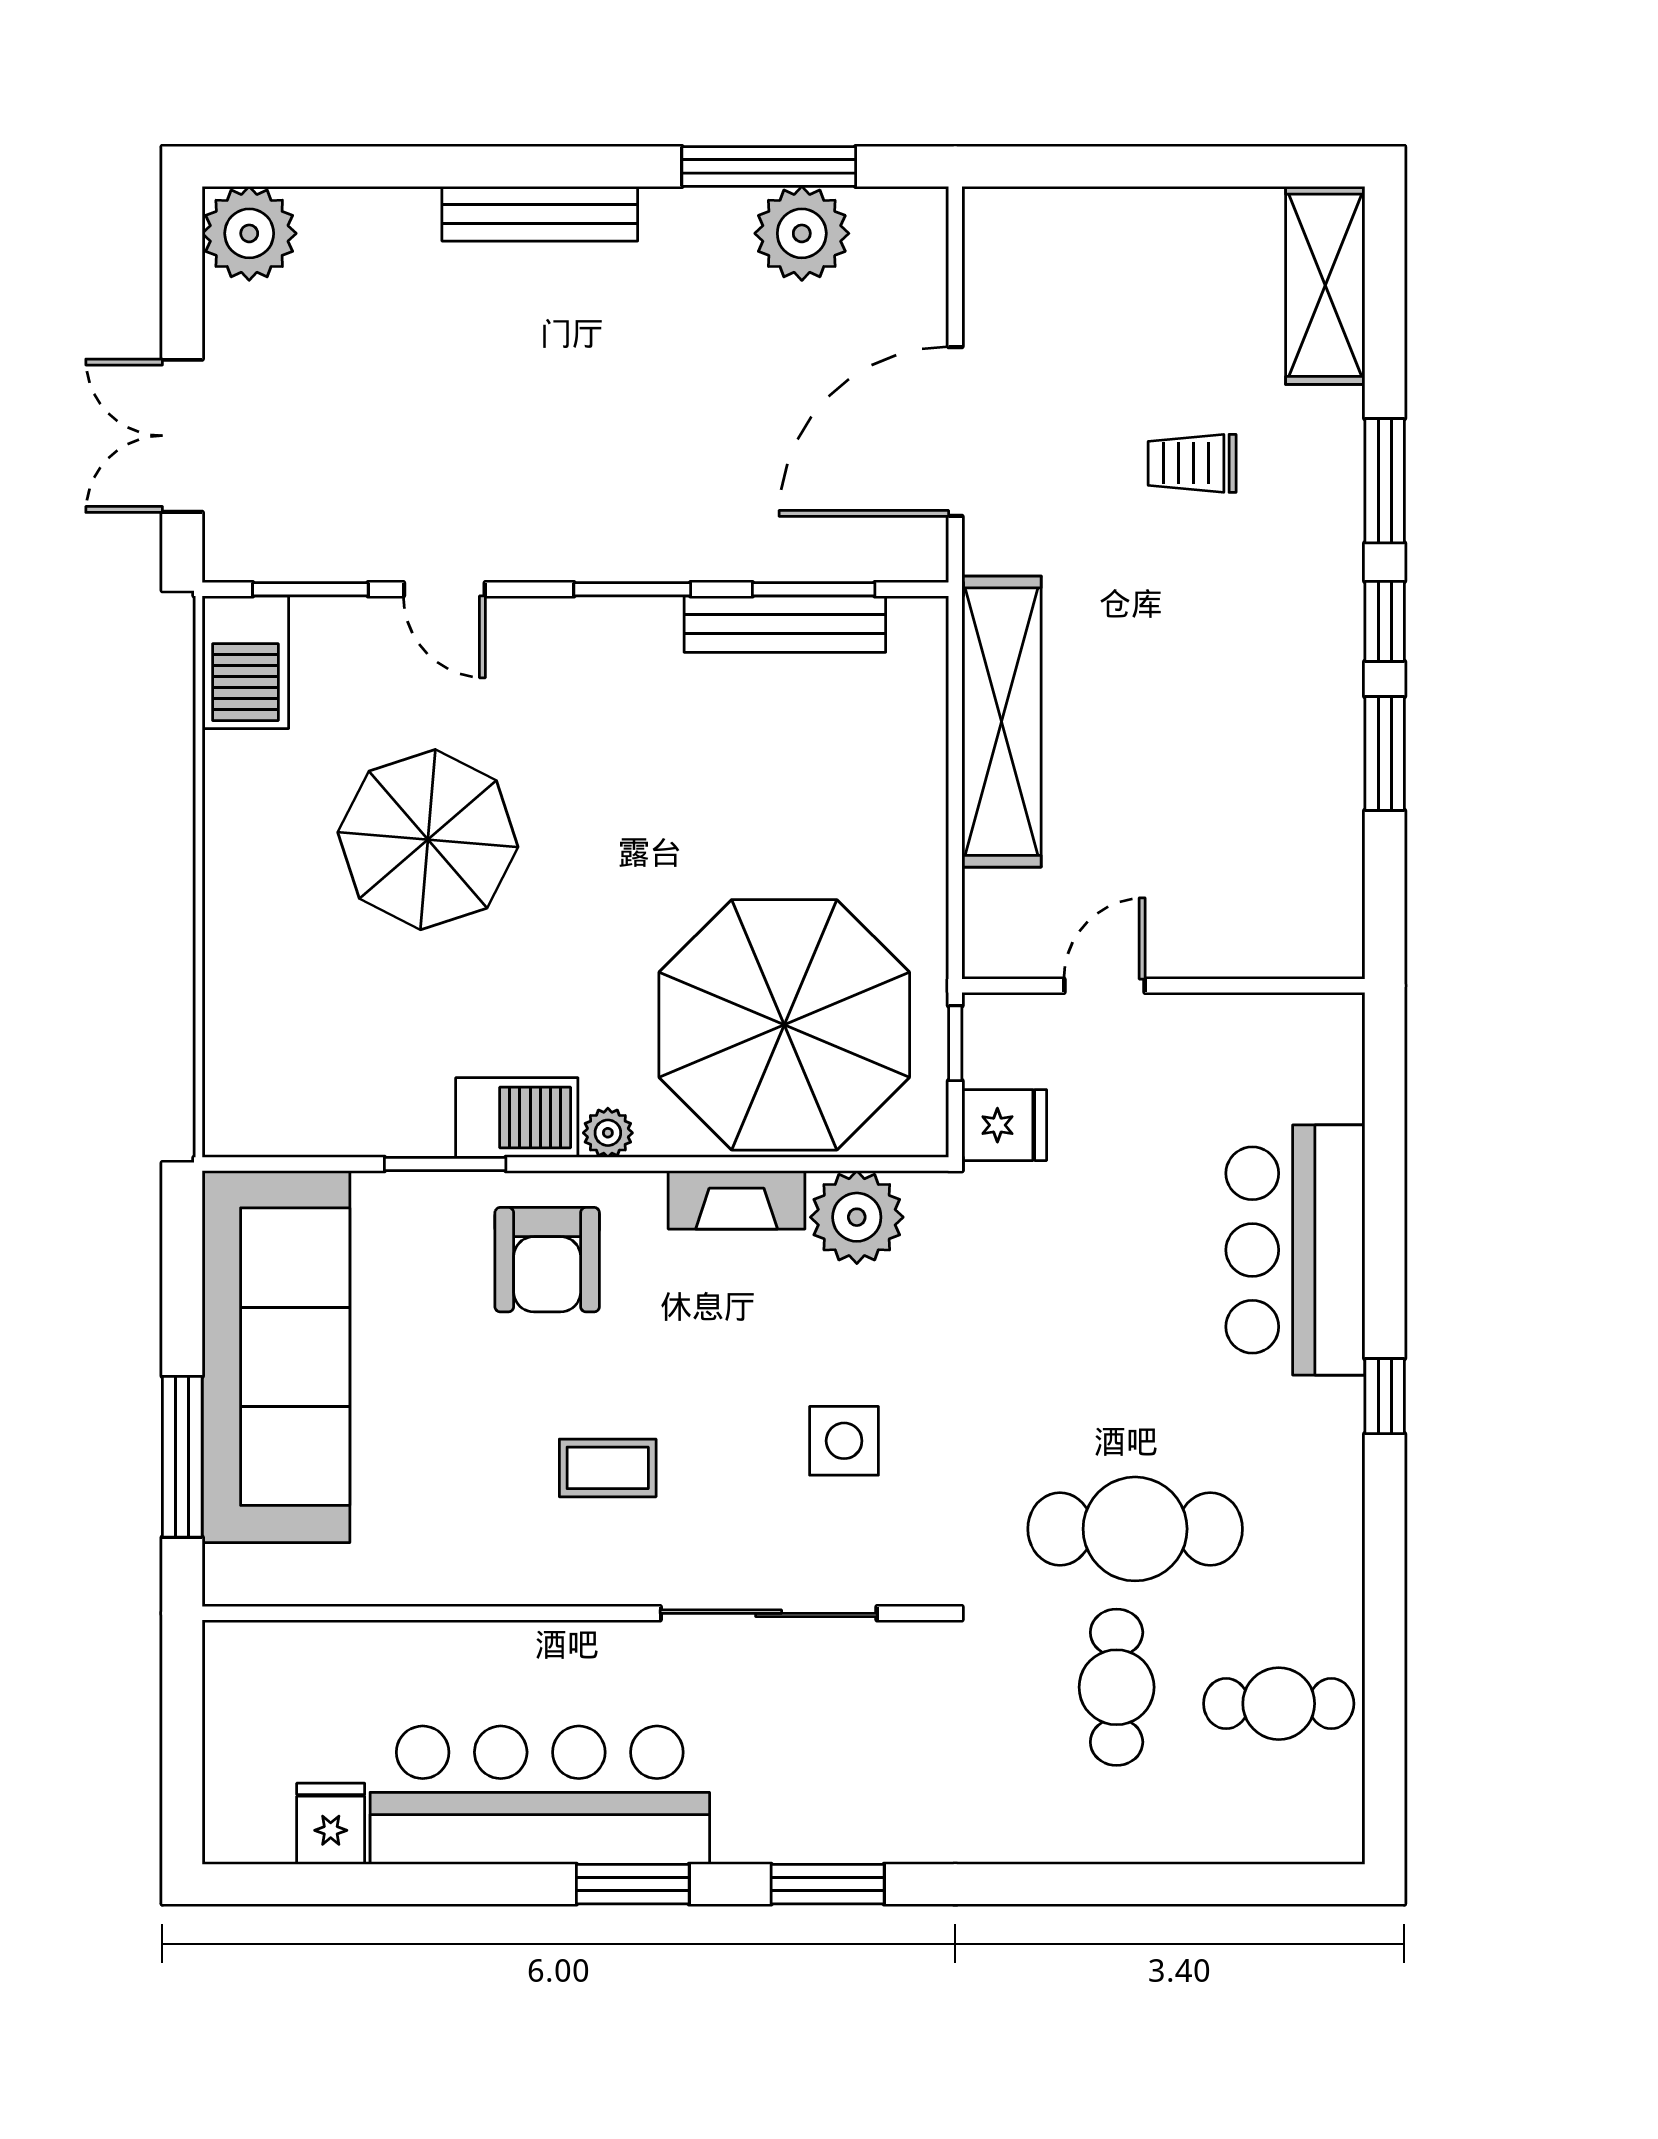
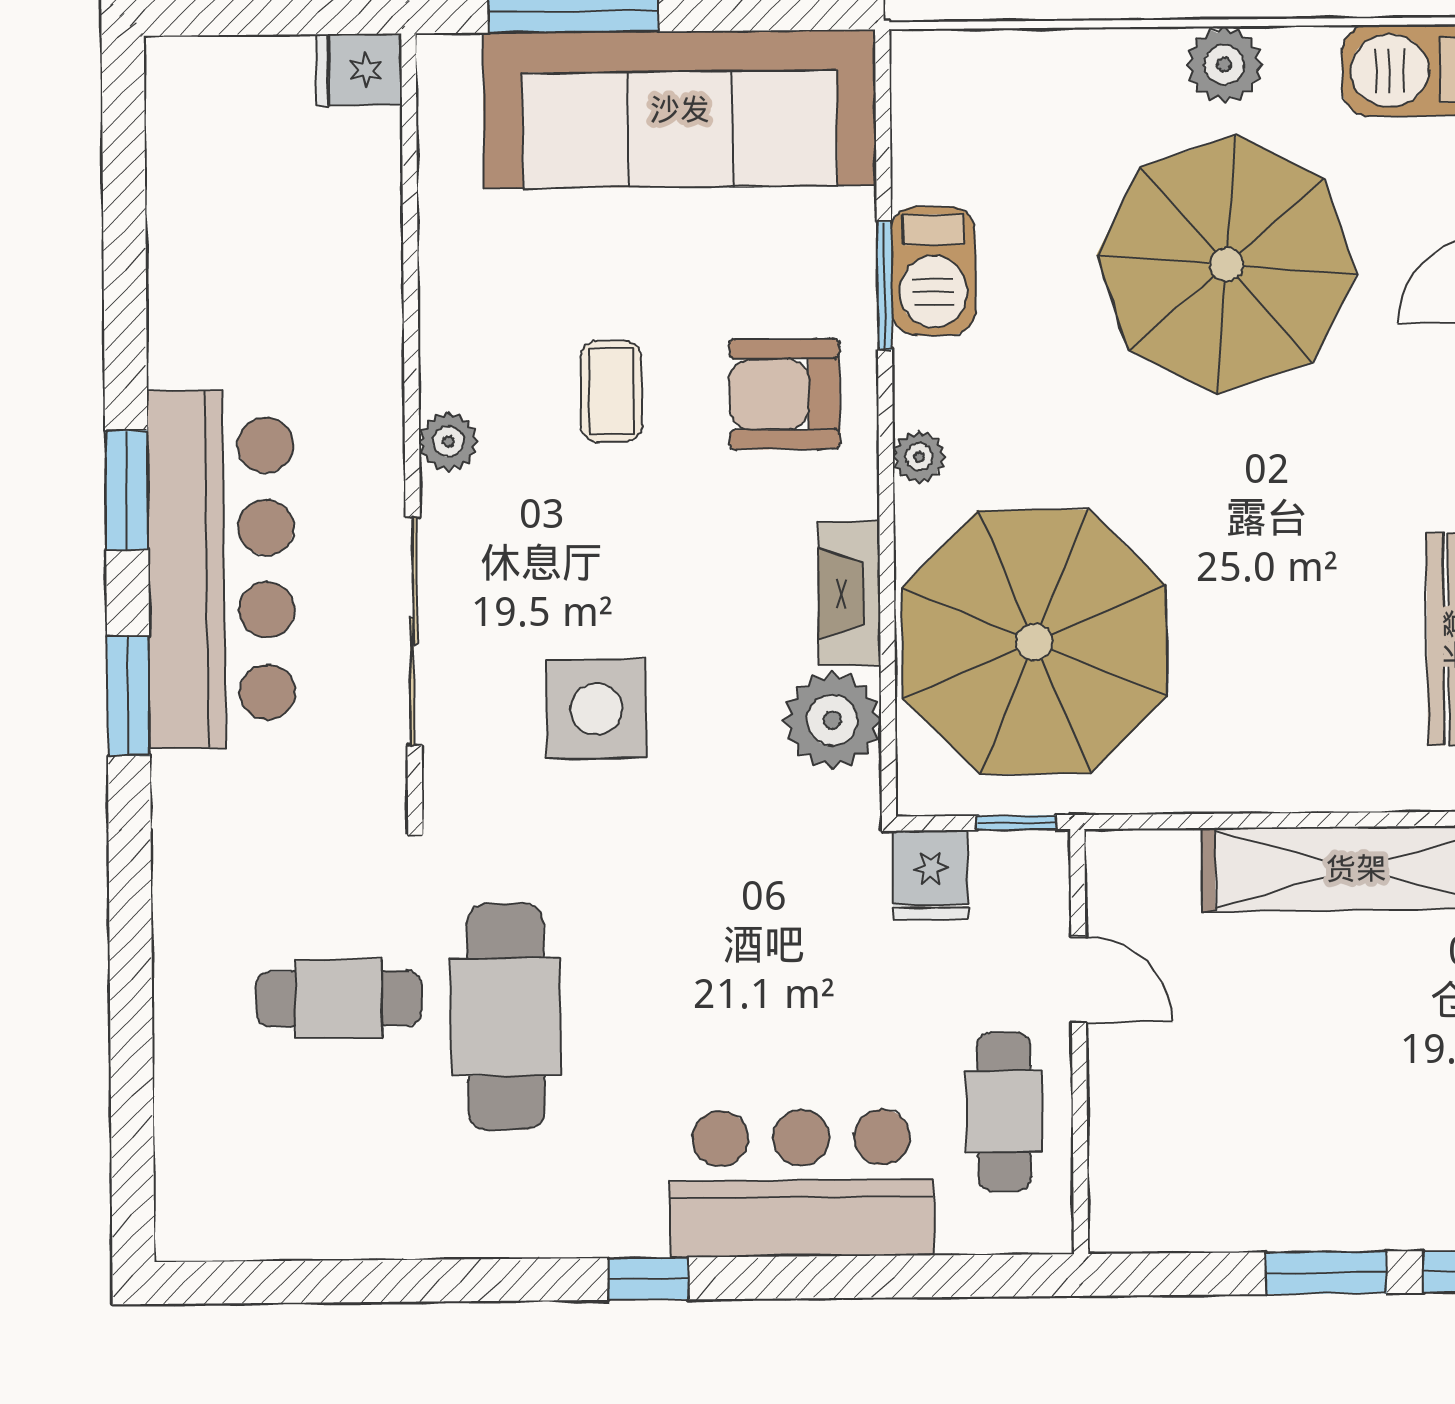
plant: (239, 840) -> (1224, 65), added
parasol: (428, 840) -> (1227, 264), width x1.36, depth x1.36
barbecue: (517, 1118) -> (933, 271), moved
side table: (844, 1441) -> (596, 709), width x1.37, depth x1.37
coffee table: (608, 1468) -> (611, 391), moved
plant: (589, 1579) -> (448, 442), added
cafe table: (1279, 1704) -> (1004, 1112), moved
bar counter: (540, 1795) -> (221, 569), moved
fridge: (331, 1824) -> (359, 70), moved, turned 180

